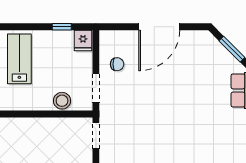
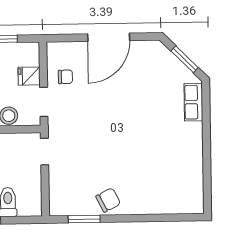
fridge: (83, 41) -> (29, 76), moved, turned 90

